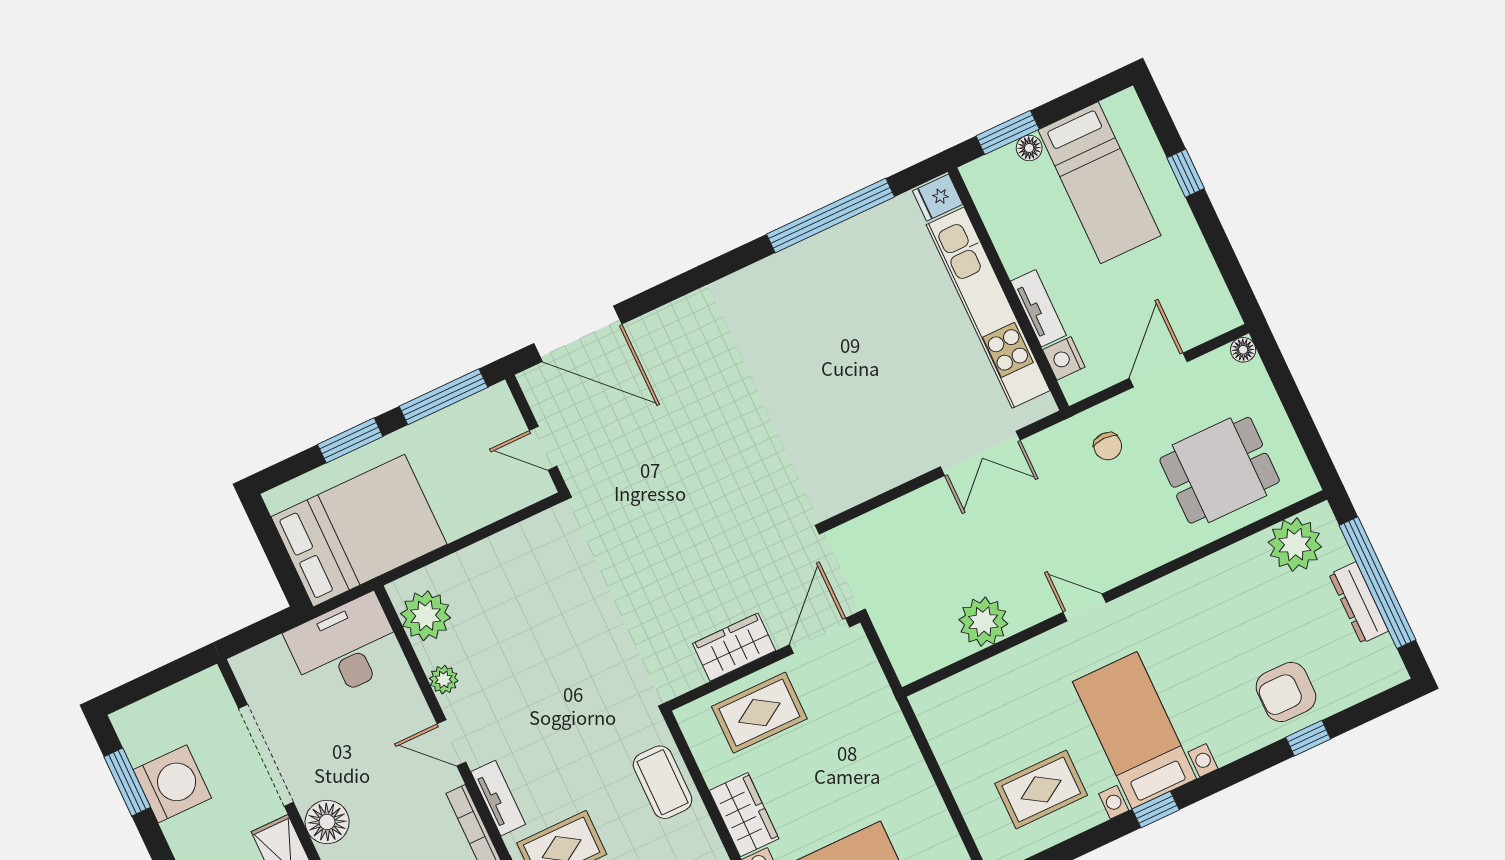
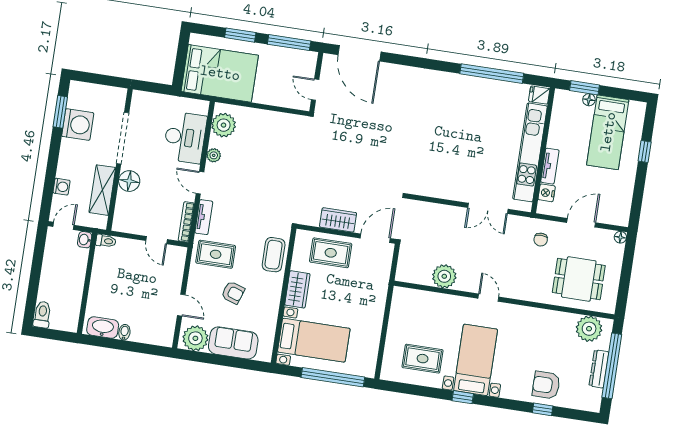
desk: (345, 648) -> (185, 137), moved, turned 90

